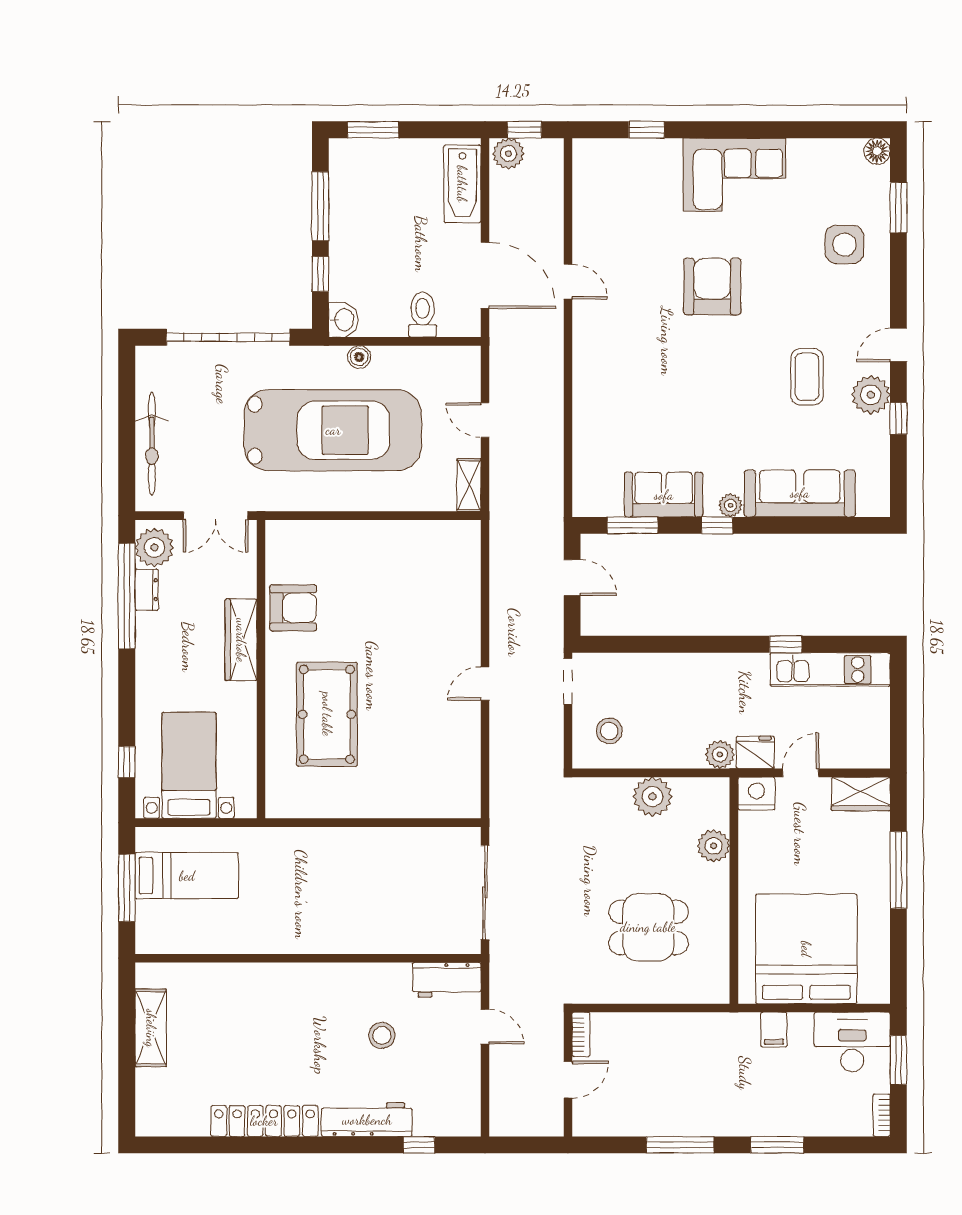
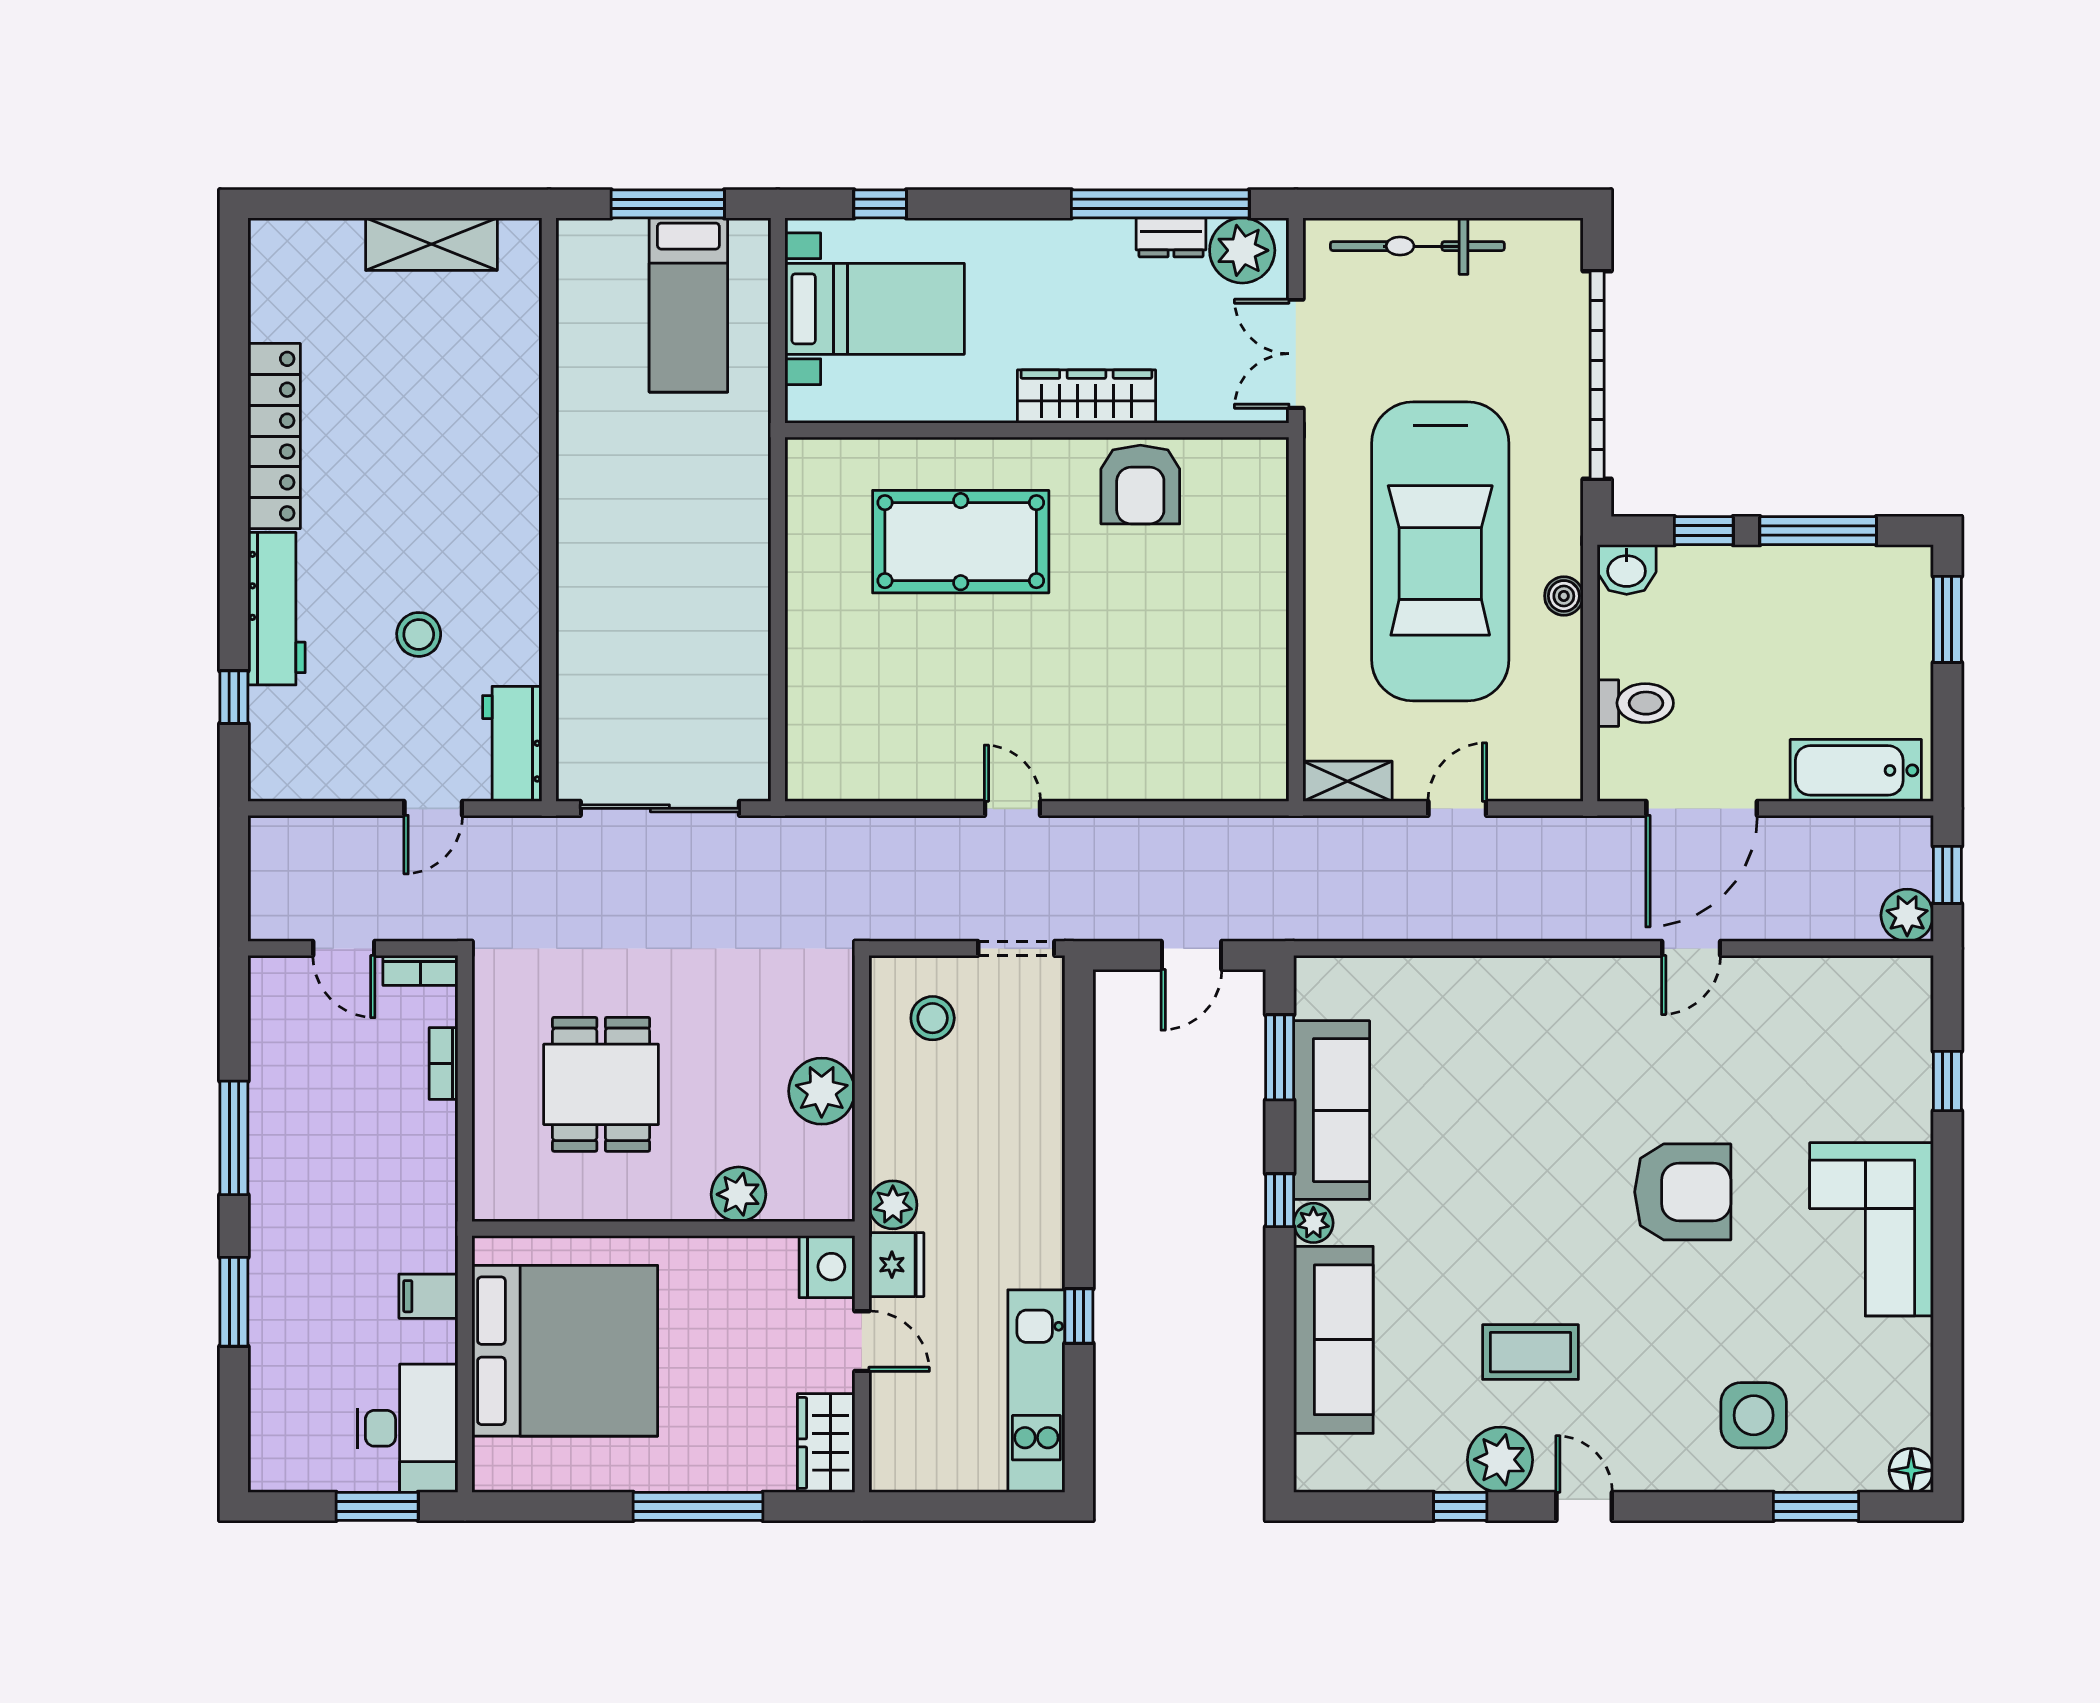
plant: (508, 154) -> (1907, 915), moved
sofa: (664, 495) -> (1332, 1110), width x1.36
bookcase: (882, 1115) -> (444, 1064), moved, turned -90

